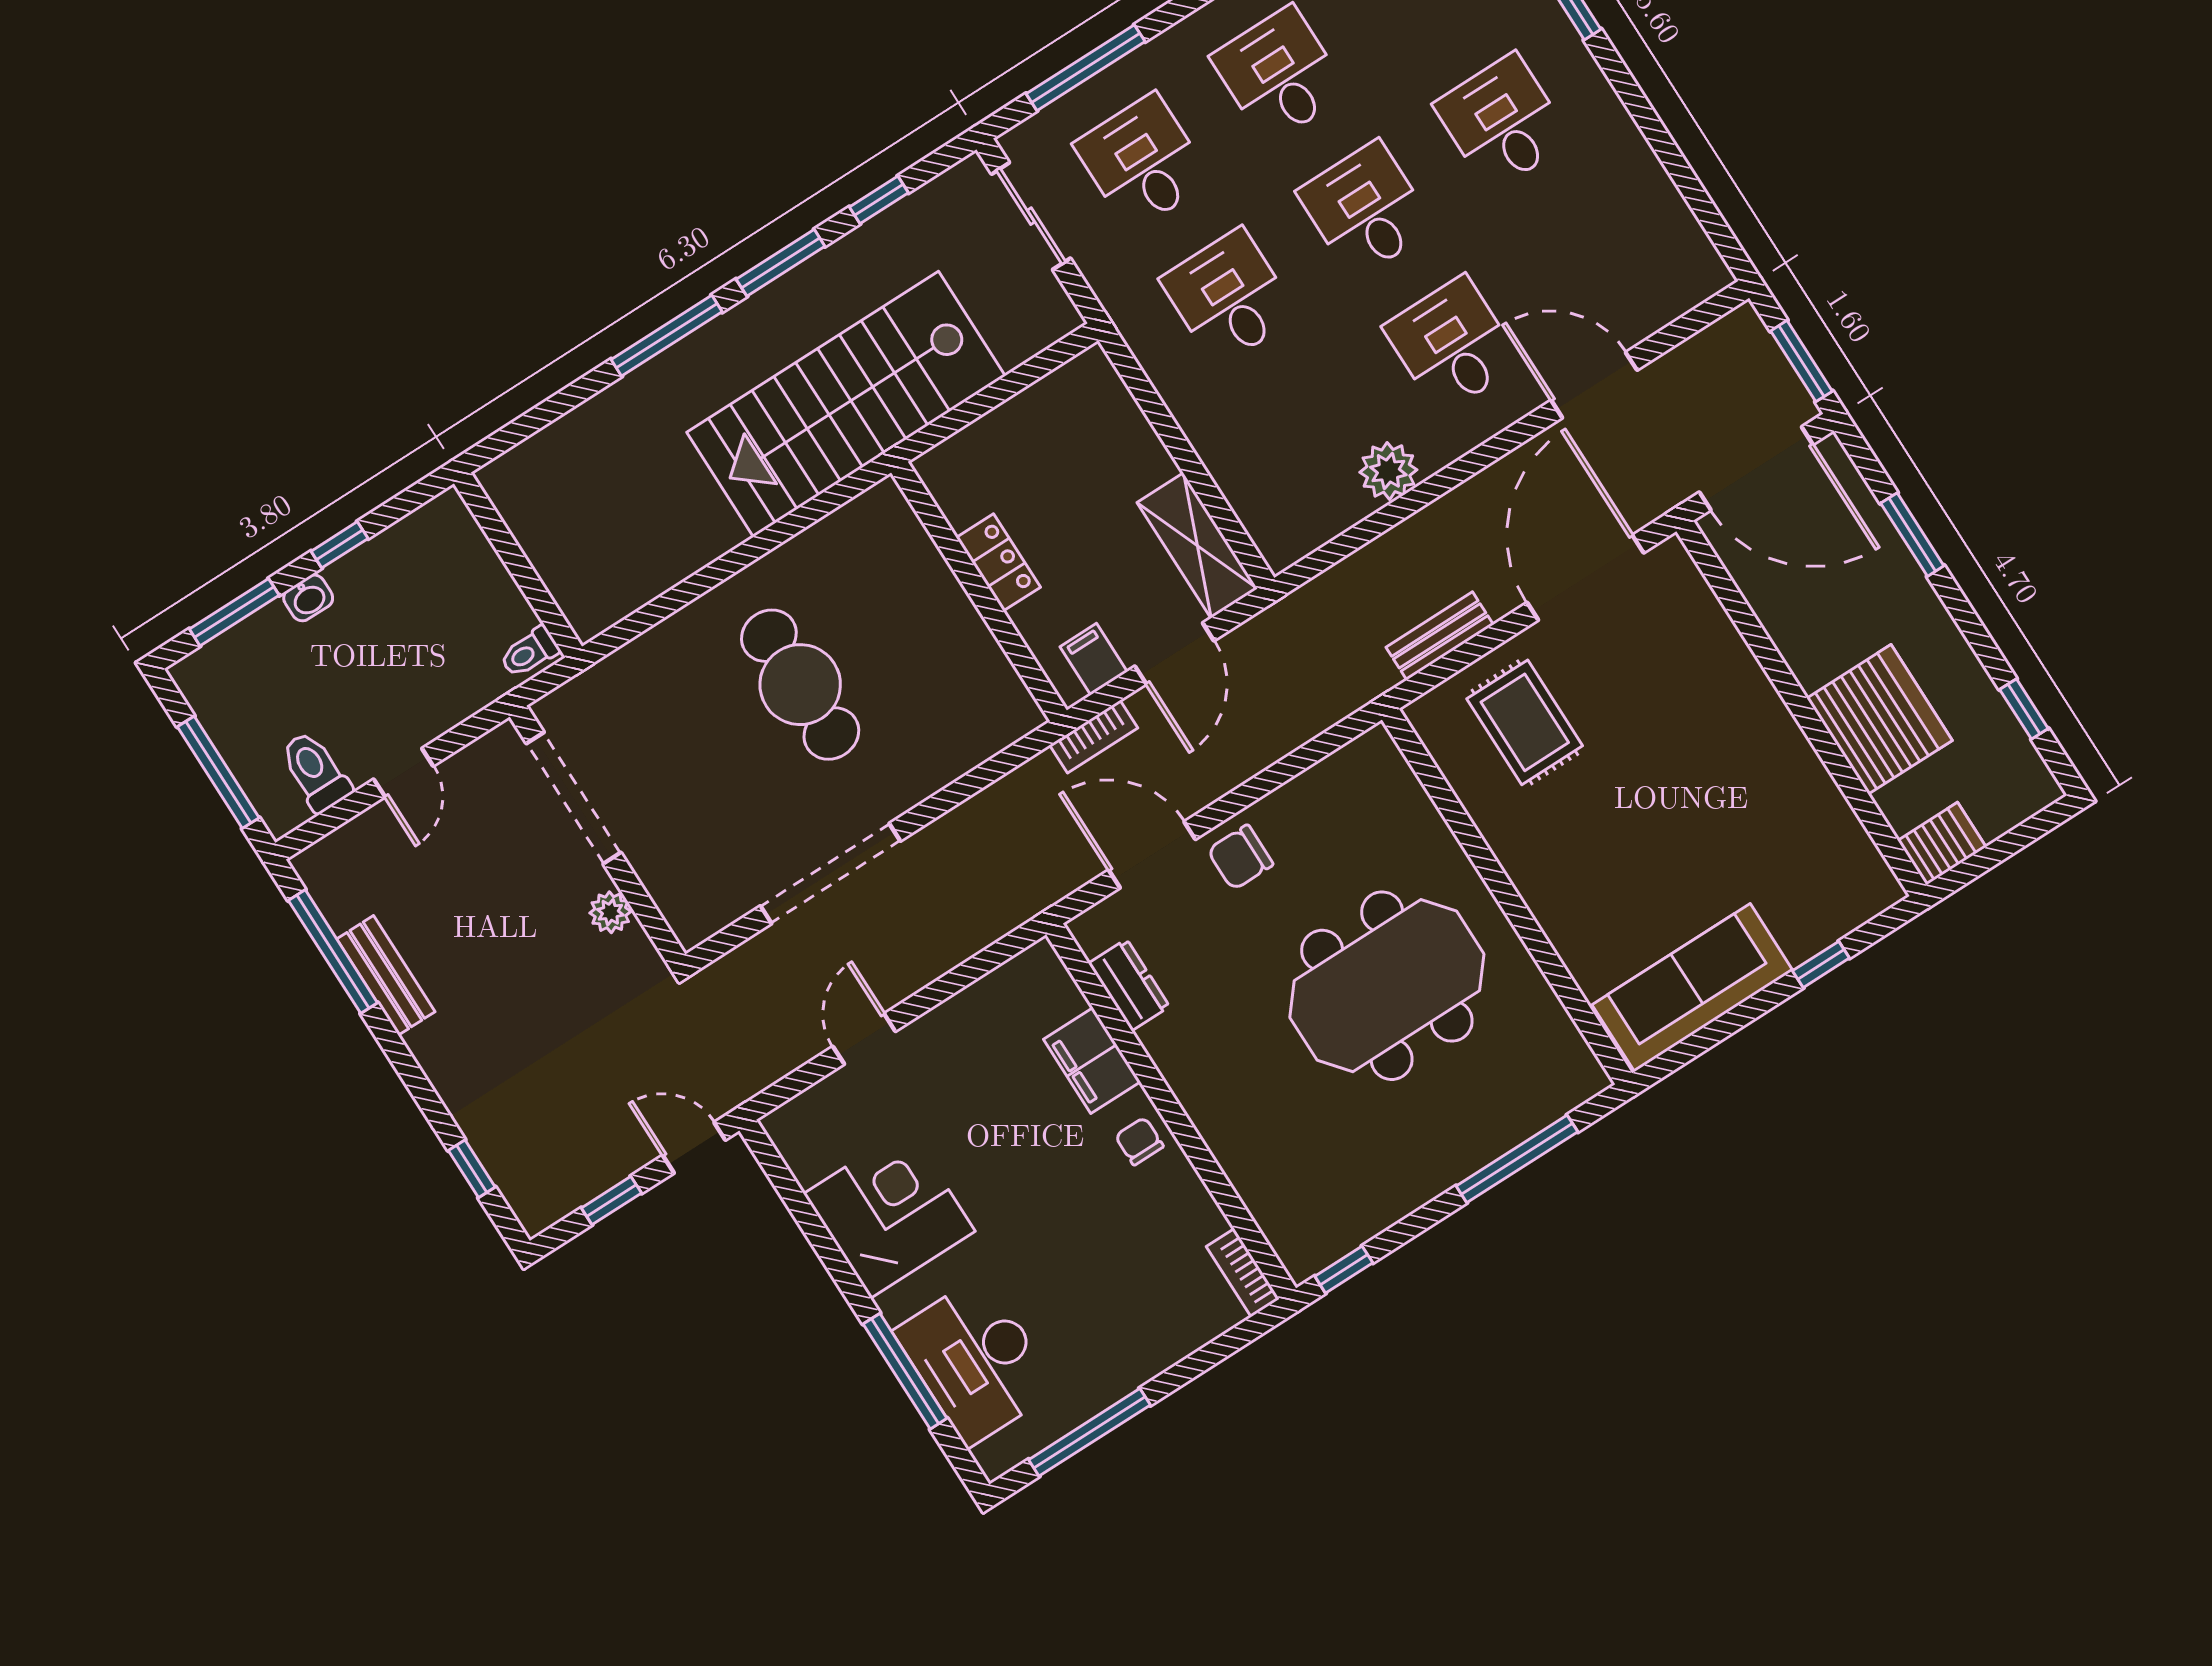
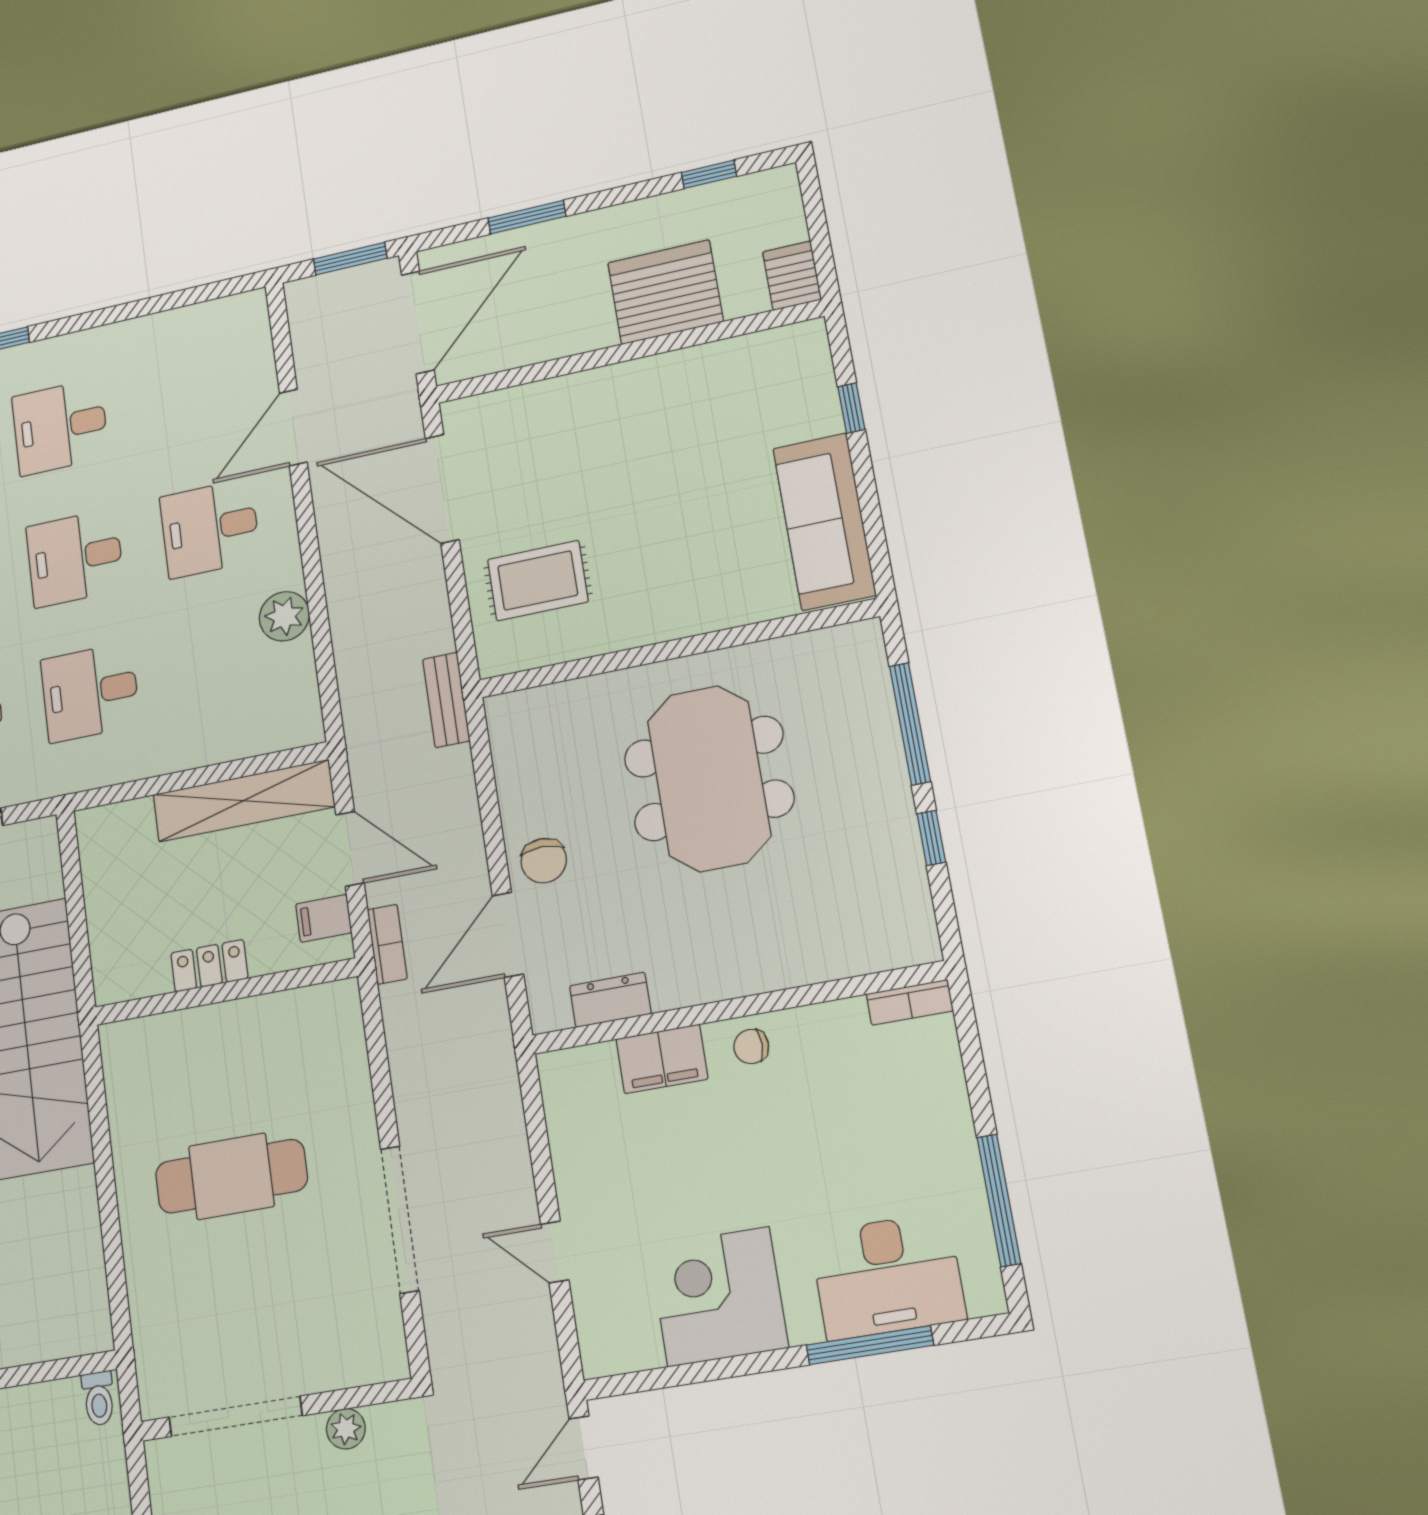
shelving: (1197, 546) -> (244, 801), width x1.47
bench: (1440, 636) -> (446, 700), moved
window: (1344, 1270) -> (931, 838), moved

